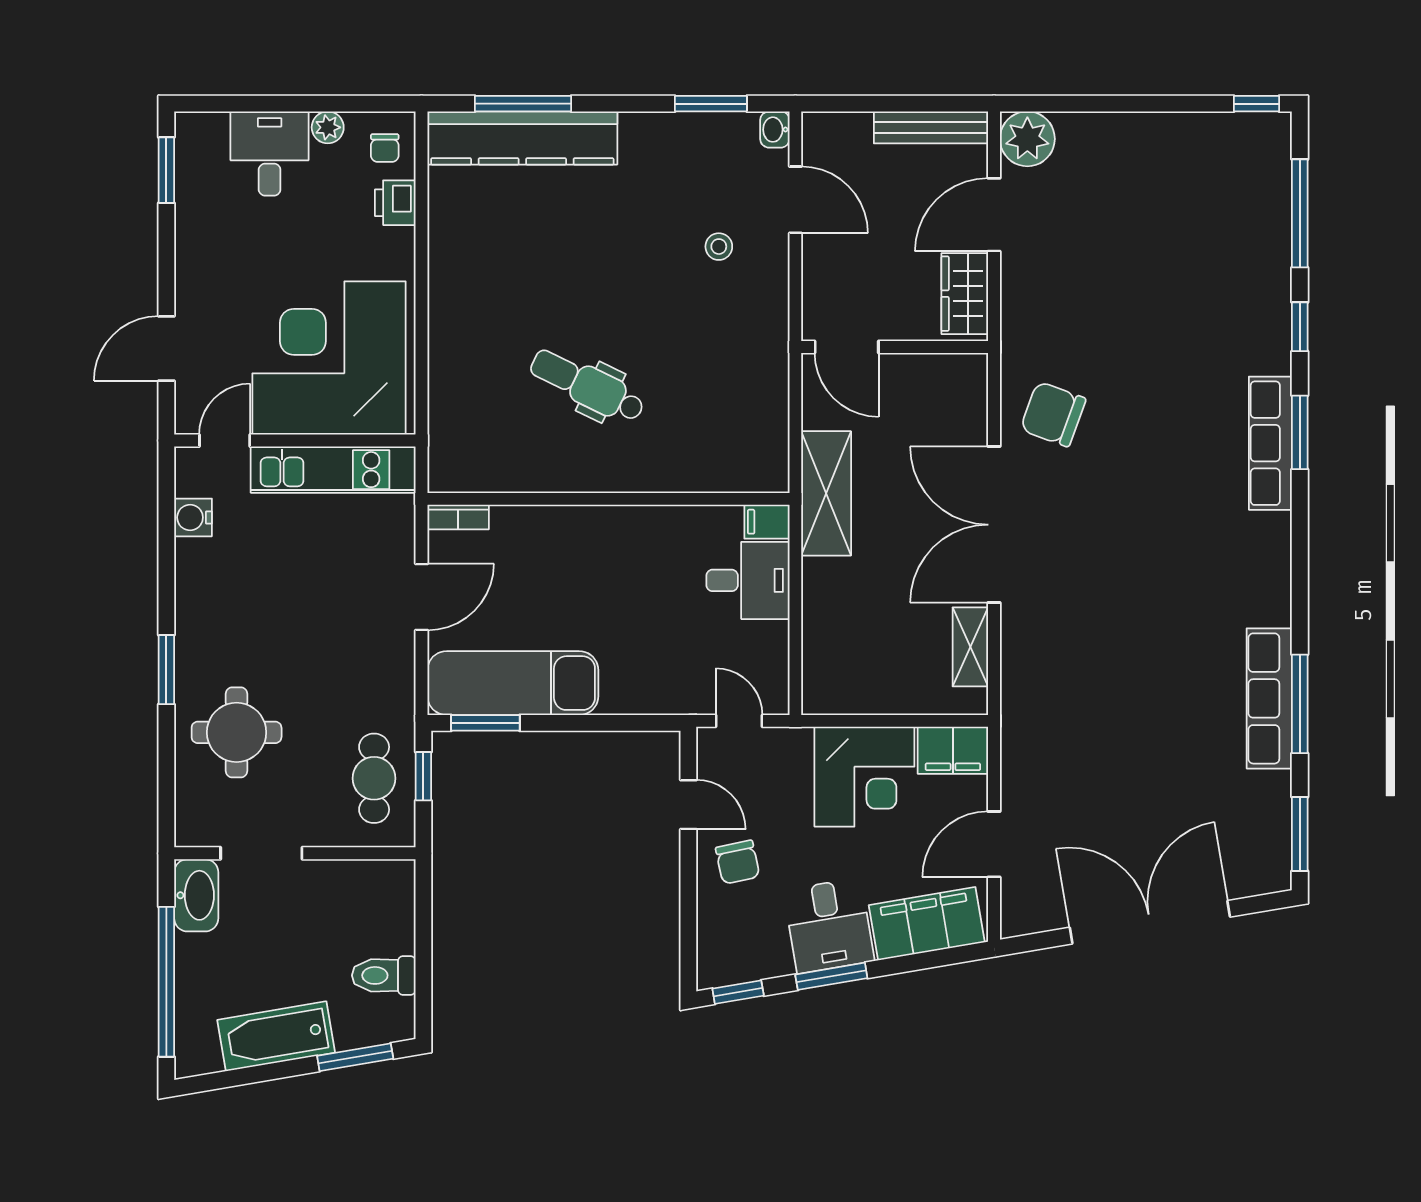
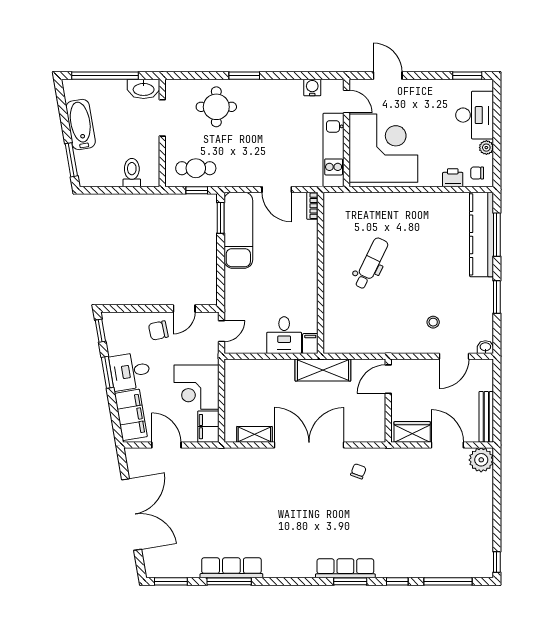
window: (711, 104) -> (497, 297), moved
desk: (270, 154) -> (475, 115), width x1.37
chair: (1053, 414) -> (358, 471), width x0.54, depth x0.54
toilet: (384, 975) -> (132, 173), moved

